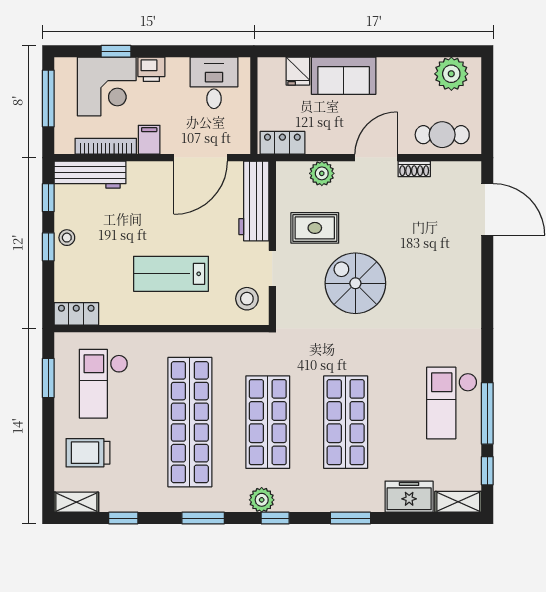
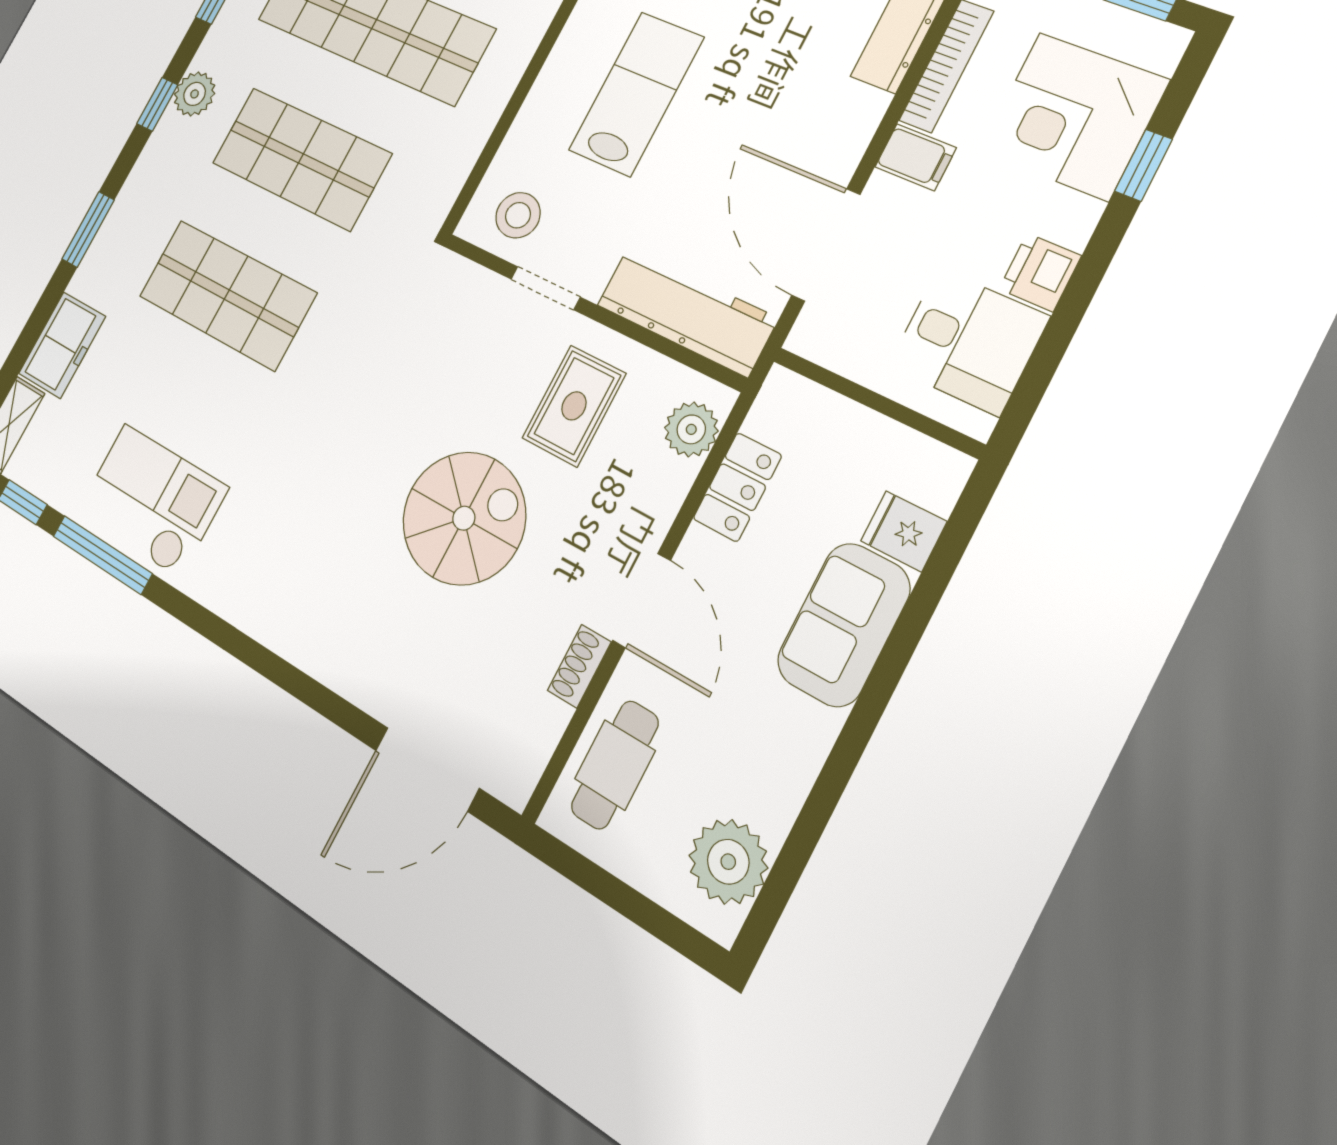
printer: (151, 69) -> (1040, 272), moved
locker: (282, 143) -> (737, 487), moved
plant: (322, 173) -> (691, 429), moved
spiral stairs: (355, 283) -> (464, 518), moved

